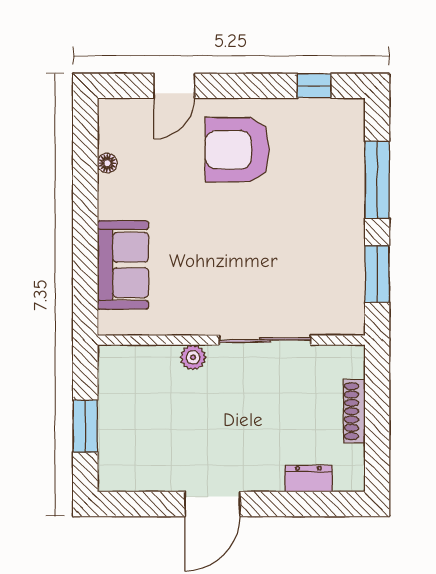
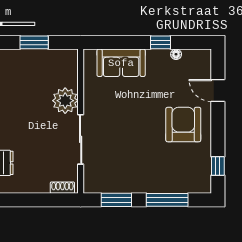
window: (85, 192) -> (161, 42), added
plant: (193, 357) -> (65, 101), width x1.88, depth x1.88
shoe rack: (354, 411) -> (62, 188), moved, width x0.70

